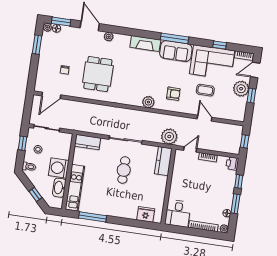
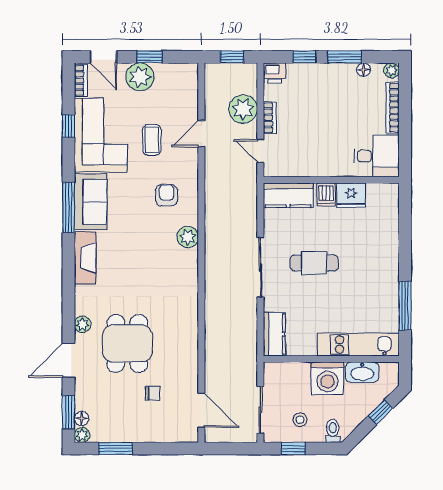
dining table: (98, 74) -> (127, 343), moved, turned 90
plant: (169, 137) -> (243, 109), moved
dishwasher: (161, 182) -> (326, 195), added
fridge: (146, 214) -> (351, 195), moved, turned -90

